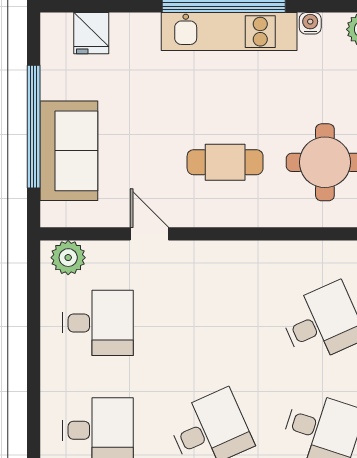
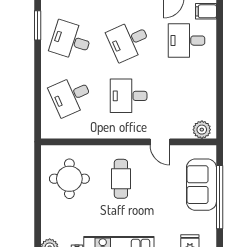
cafe table: (225, 162) -> (121, 179), turned 90
desk: (98, 323) -> (129, 96), moved

